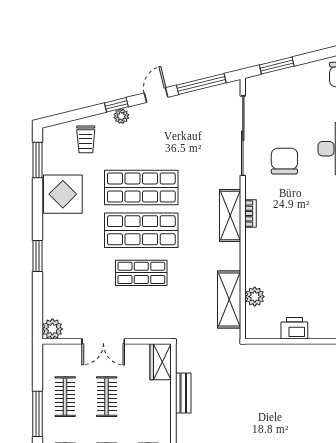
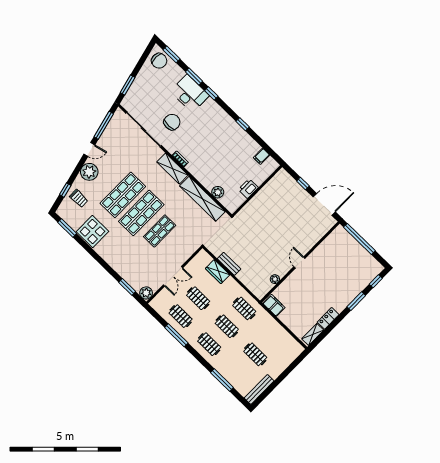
door: (156, 95) -> (89, 149), swing flipped
window: (116, 105) -> (65, 190), moved
plant: (121, 116) -> (89, 172), width x1.87, depth x1.87
chair: (284, 161) -> (172, 122), turned 90
window: (37, 256) -> (127, 287), moved
shelving: (229, 299) -> (202, 199), width x1.47
wardrobe: (161, 362) -> (218, 272), moved

